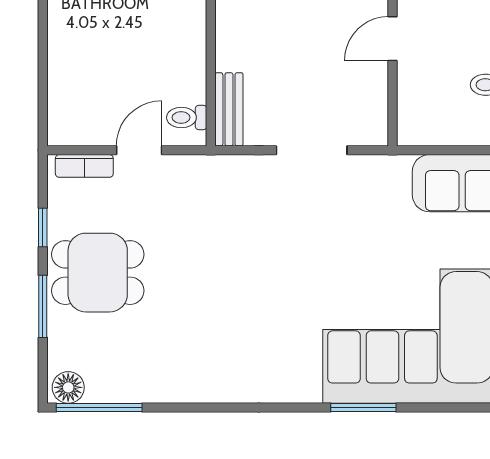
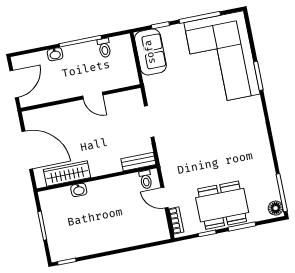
dining table: (98, 273) -> (222, 205), width x1.38

